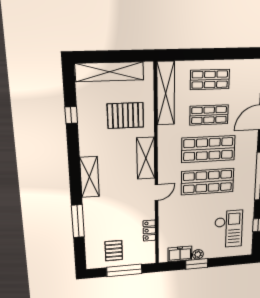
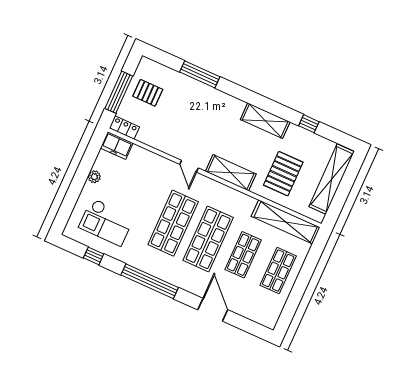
shelving: (89, 177) -> (265, 121), moved
locker: (149, 231) -> (124, 128), moved
freezer: (180, 254) -> (117, 146), moved, turned 90
window: (197, 264) -> (83, 171), removed

